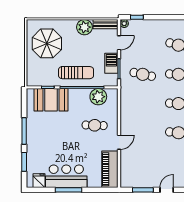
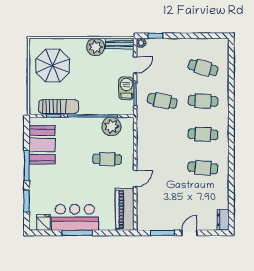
sun lounger: (76, 73) -> (59, 106), moved
booth: (51, 100) -> (42, 145), moved, turned 90

